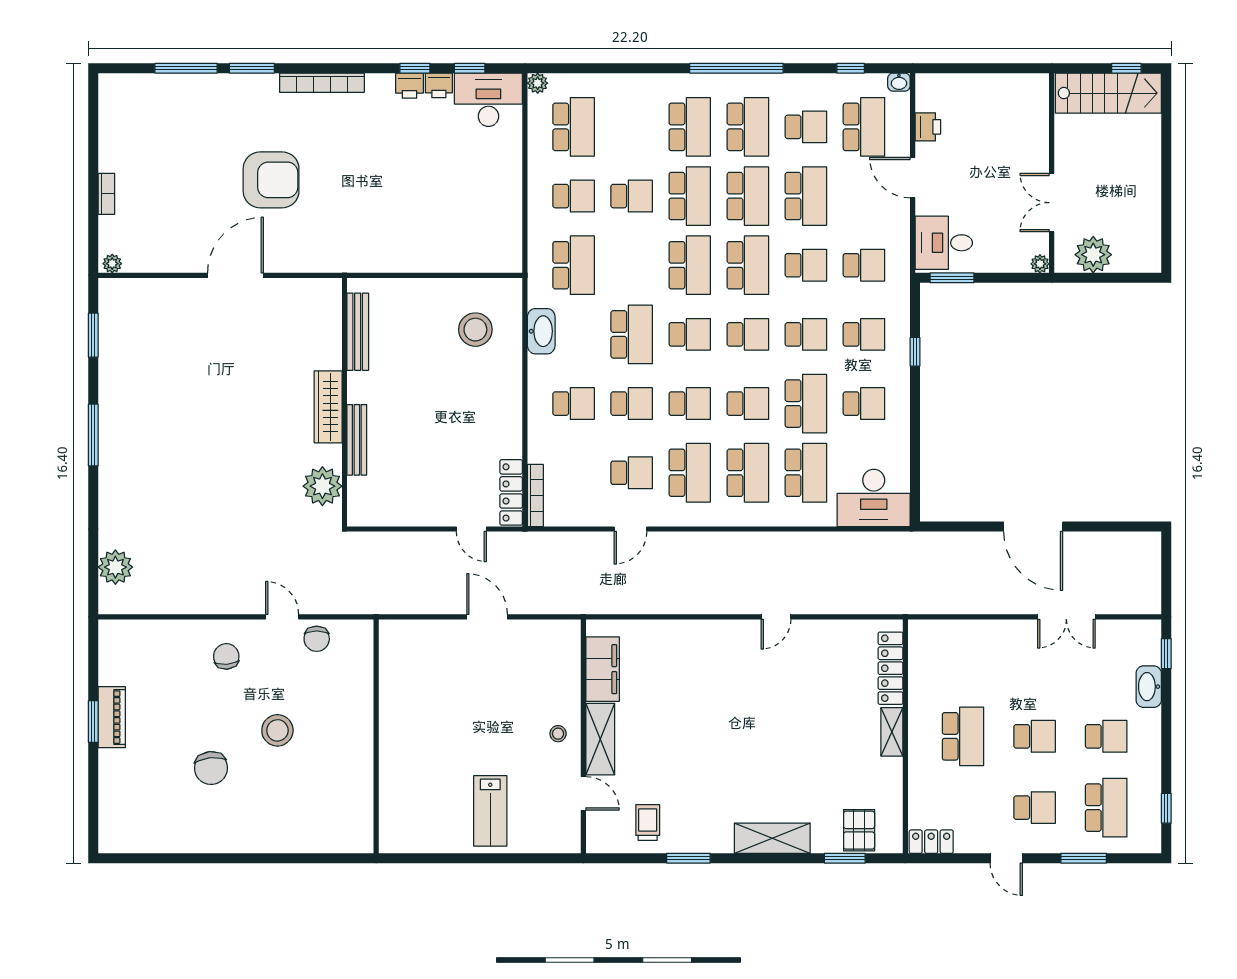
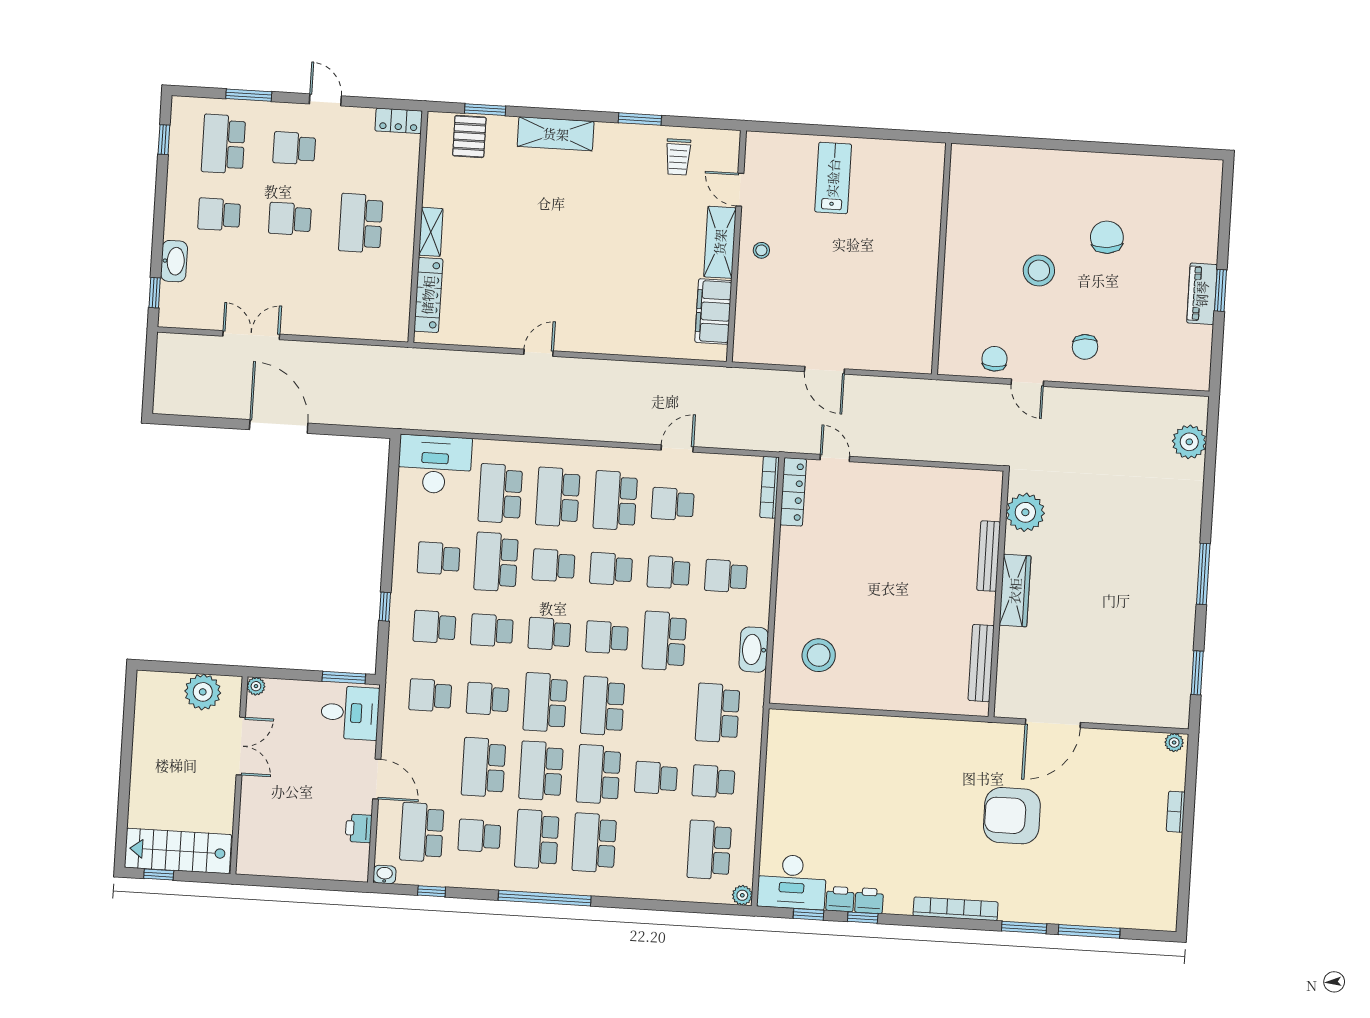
bench: (358, 332) -> (981, 663), moved
wall: (344, 402) -> (999, 594), moved
wardrobe: (328, 407) -> (1015, 591), moved
bench: (357, 440) -> (989, 556), moved
plant: (322, 486) -> (1025, 512), moved

